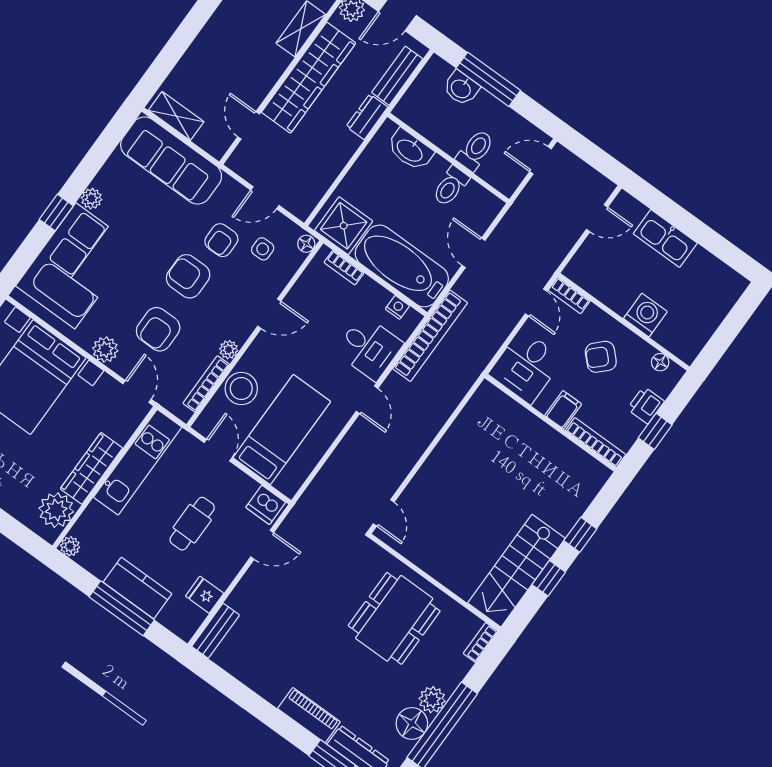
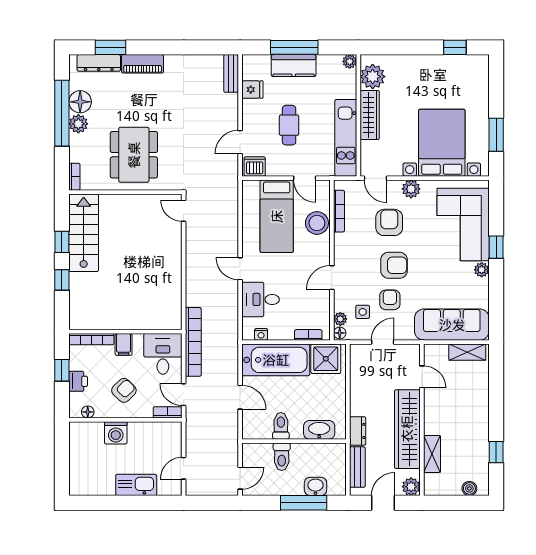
bookcase: (430, 336) -> (193, 342), moved, turned 180
plant: (229, 350) -> (340, 319), moved

